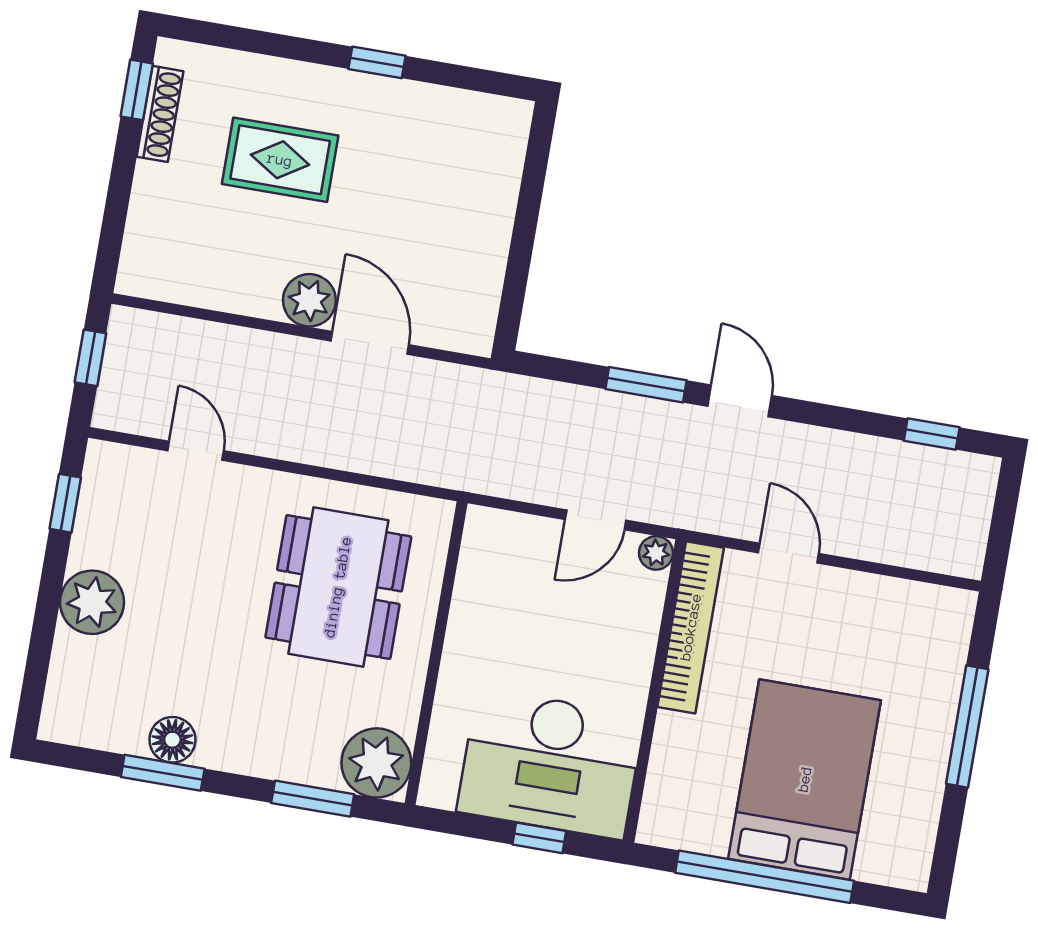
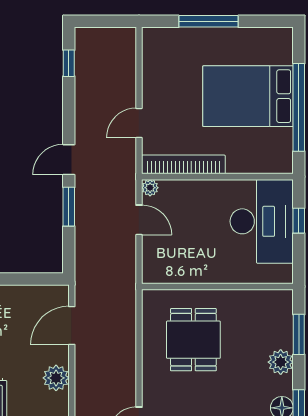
door: (370, 343) -> (72, 325), moved
dining table: (338, 587) -> (193, 340), width x0.73
plant: (376, 763) -> (281, 362), moved, width x0.73, depth x0.73

